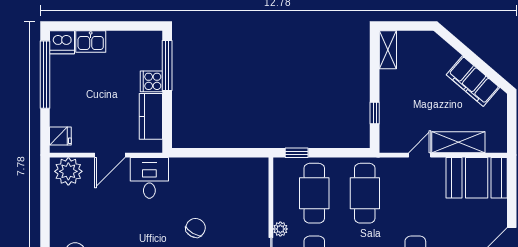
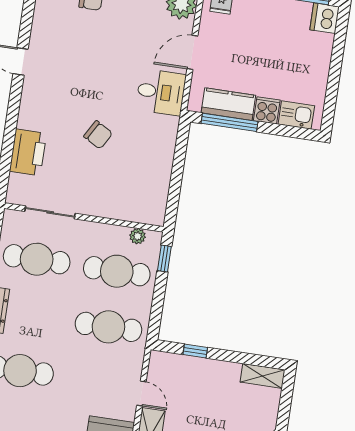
kitchen sink: (91, 42) -> (296, 115), moved, turned 90
window: (167, 65) -> (230, 122), moved
door: (110, 155) -> (192, 52), hinge flipped
plant: (280, 229) -> (138, 236), moved

